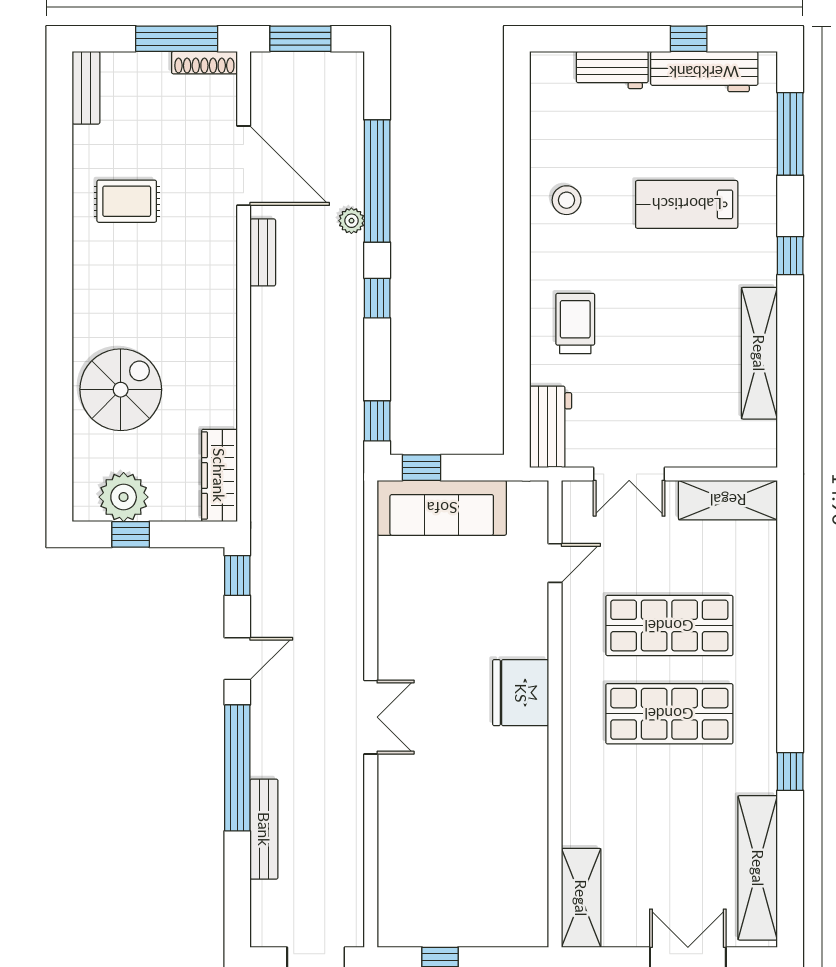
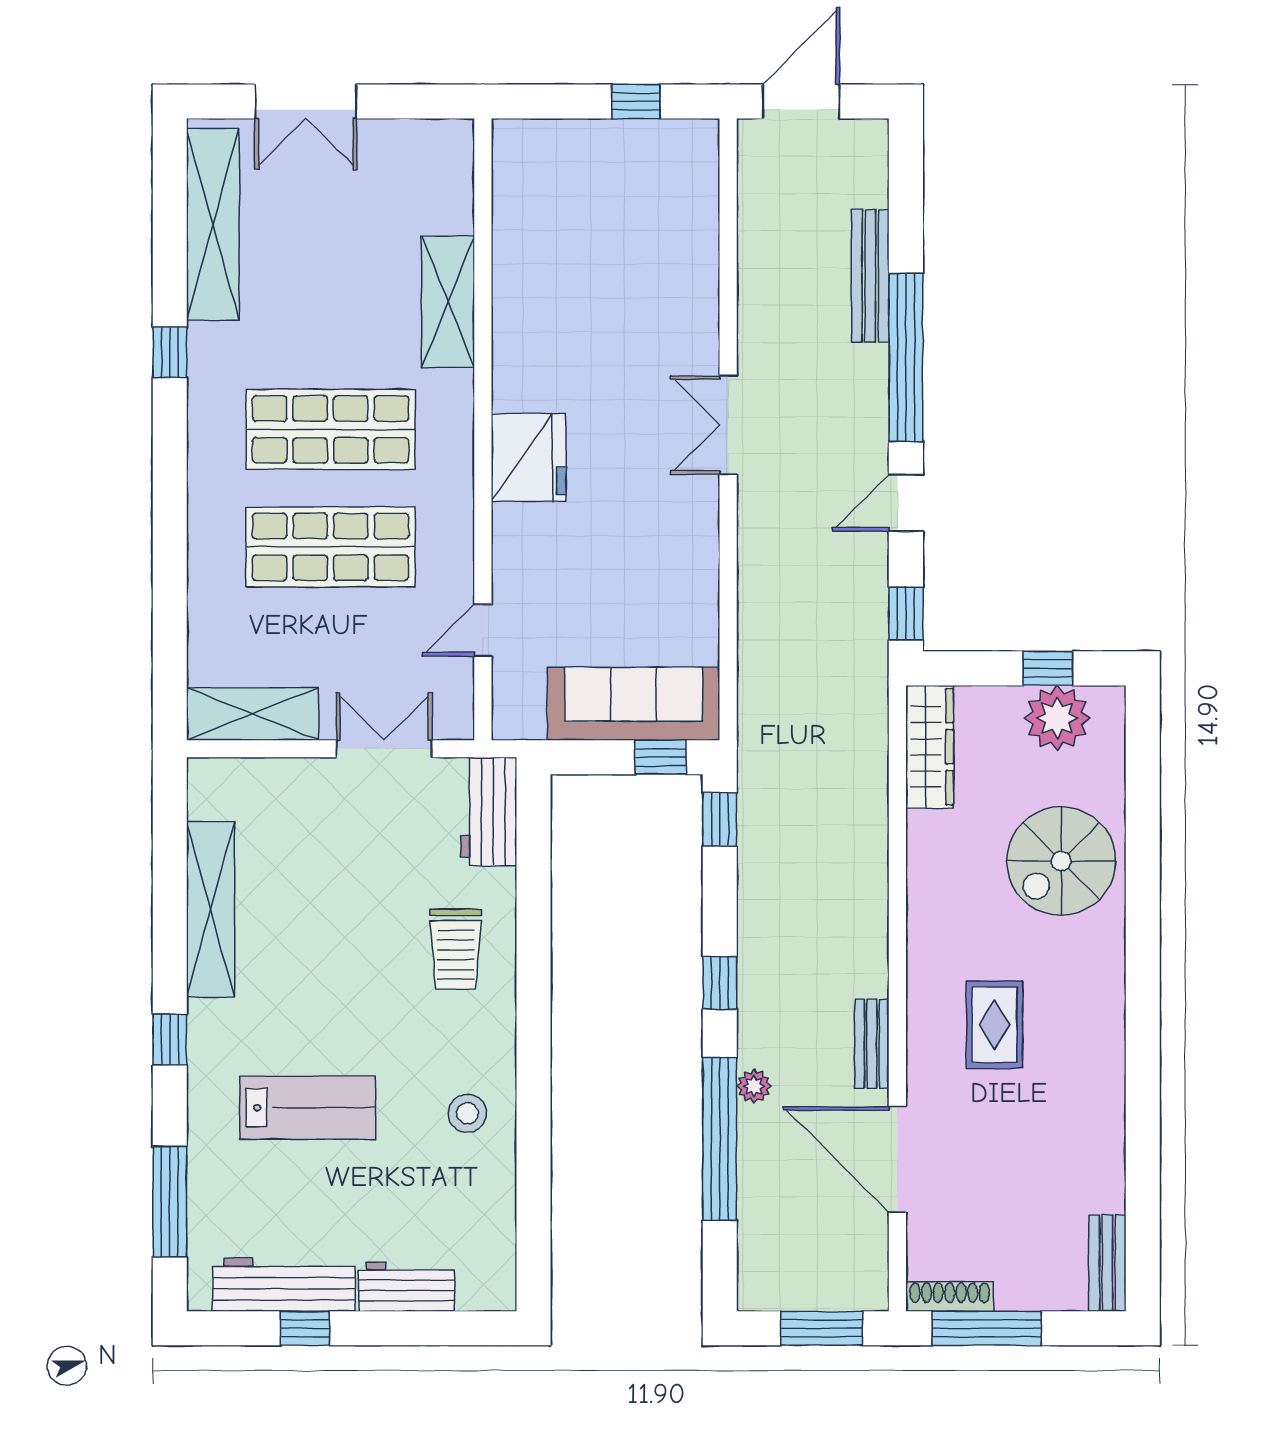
rug: (127, 201) -> (994, 1025), moved, turned 90
shelving: (581, 898) -> (448, 302), moved

